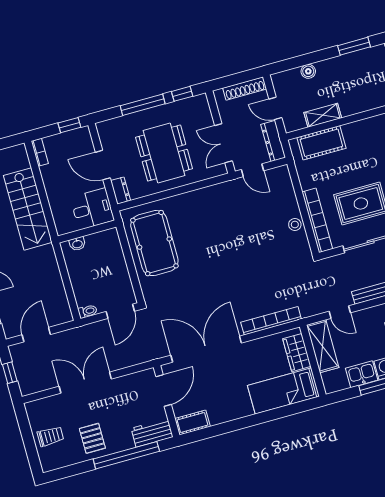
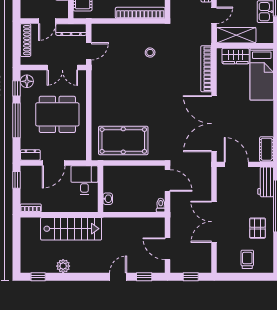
floor lamp: (194, 104) -> (27, 81), added
dresser: (121, 191) -> (30, 155), moved
stool: (295, 225) -> (150, 53), moved
pallet: (92, 438) -> (257, 228), turned 90

